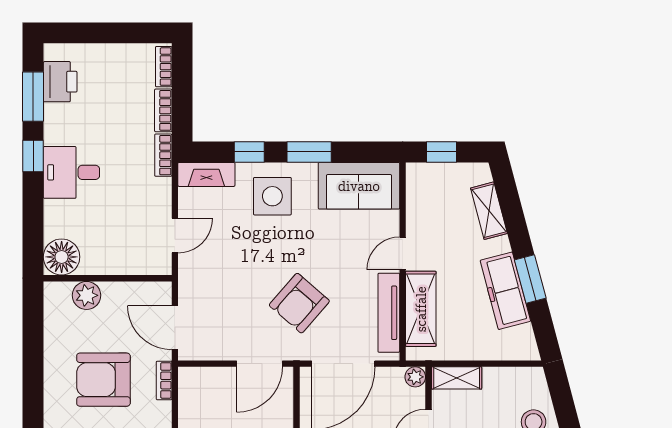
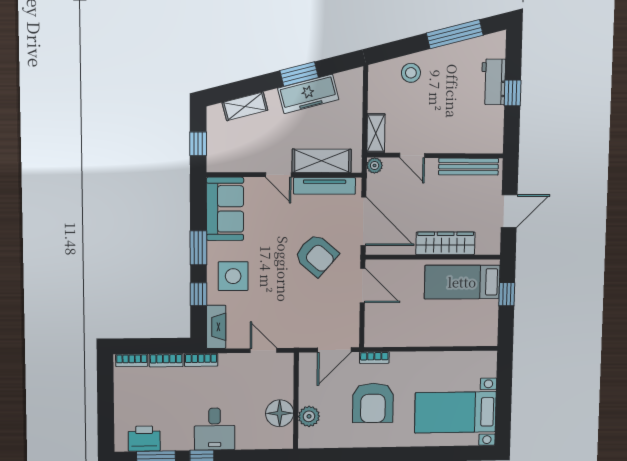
floor lamp: (62, 257) -> (280, 413), moved

